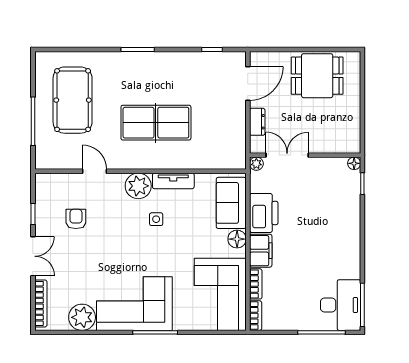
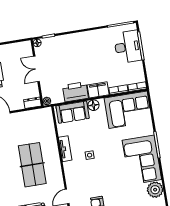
dresser: (257, 122) -> (33, 103), moved
double door: (287, 155) -> (36, 69), moved
plant: (138, 186) -> (72, 169), removed
desk: (341, 305) -> (128, 47), moved, turned 90

